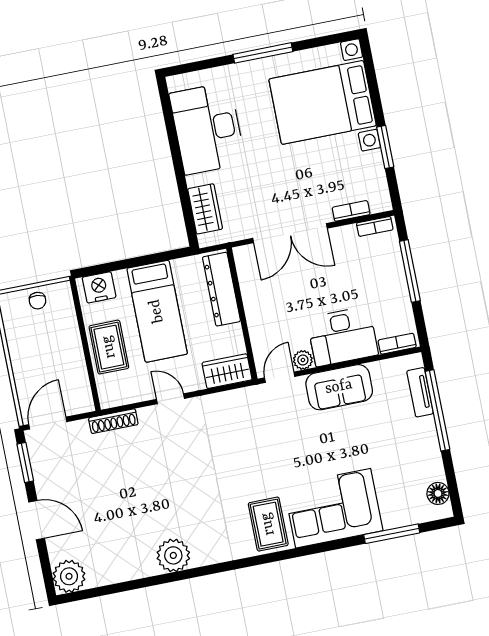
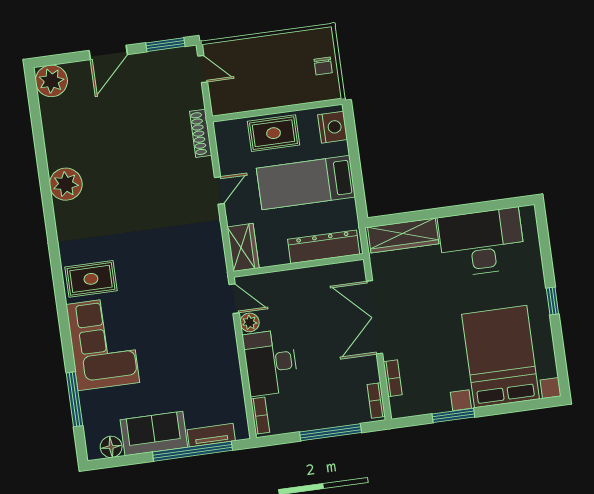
window: (263, 53) -> (552, 301), width x0.46
wardrobe: (205, 209) -> (403, 235), width x1.50
chair: (38, 301) -> (323, 66), turned -95
sofa: (339, 387) -> (154, 433), moved, turned 90
door: (48, 423) -> (203, 69), width x0.73

